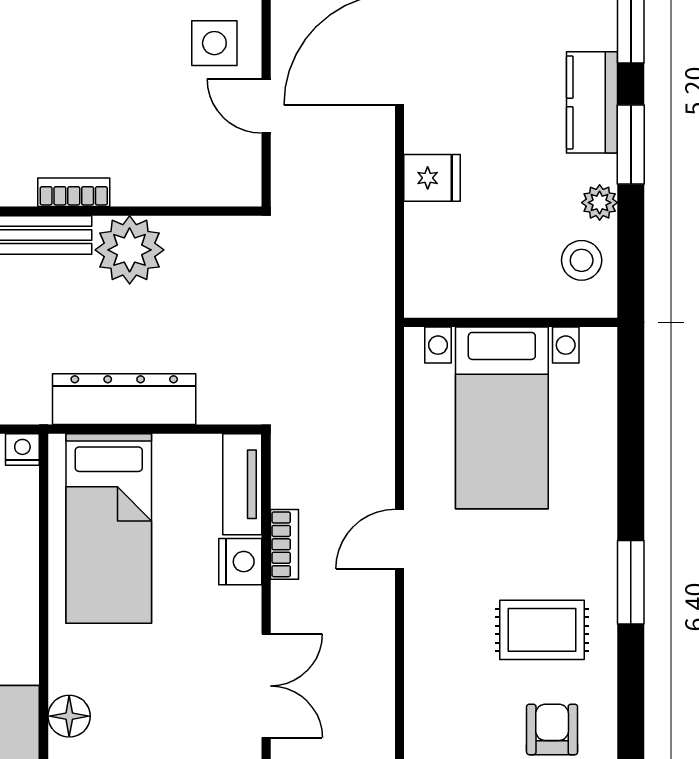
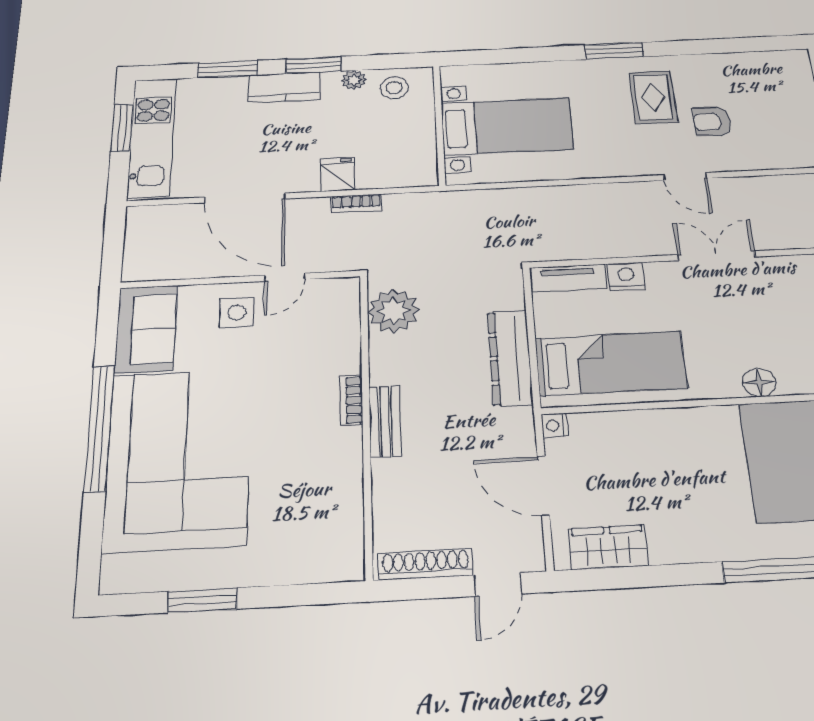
plant: (130, 250) -> (393, 311), moved
door: (400, 539) -> (685, 177), moved
bookcase: (285, 544) -> (356, 203), moved, turned 180
armchair: (552, 729) -> (712, 122), moved

